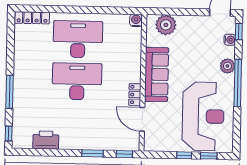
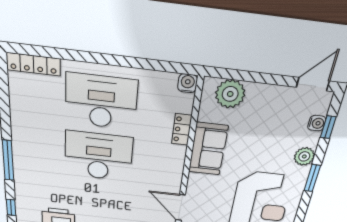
window: (239, 32) -> (328, 127), moved
sofa: (157, 74) -> (208, 149), width x0.73
window: (238, 83) -> (312, 178), width x0.47
locker: (135, 95) -> (182, 129), moved

